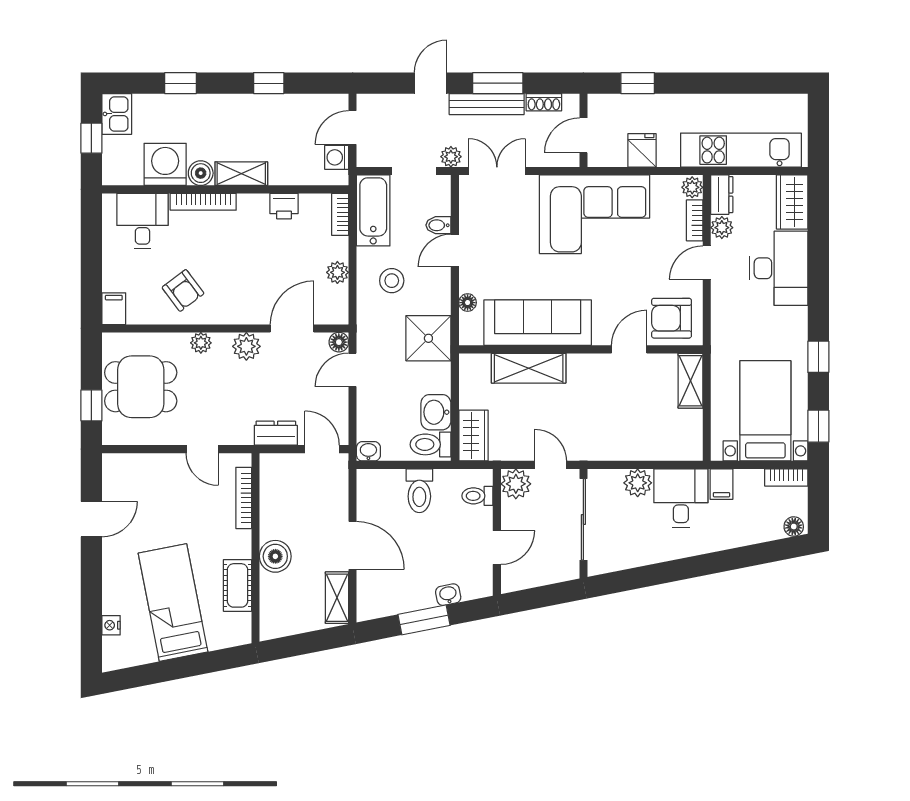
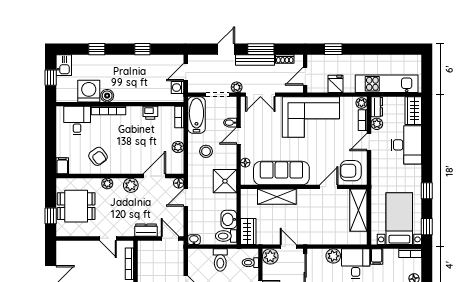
double door: (497, 171) -> (260, 95), swing flipped
shelving: (241, 174) -> (128, 96), removed
shelving: (690, 381) -> (358, 210), width x1.50, depth x1.33

